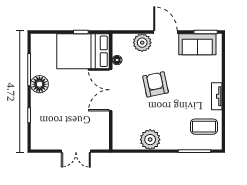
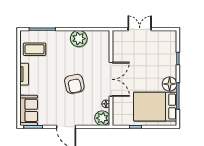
plant: (142, 43) -> (102, 118), moved
sofa: (197, 44) -> (29, 110), moved, turned 90
bed: (83, 51) -> (155, 107), moved, turned 180

